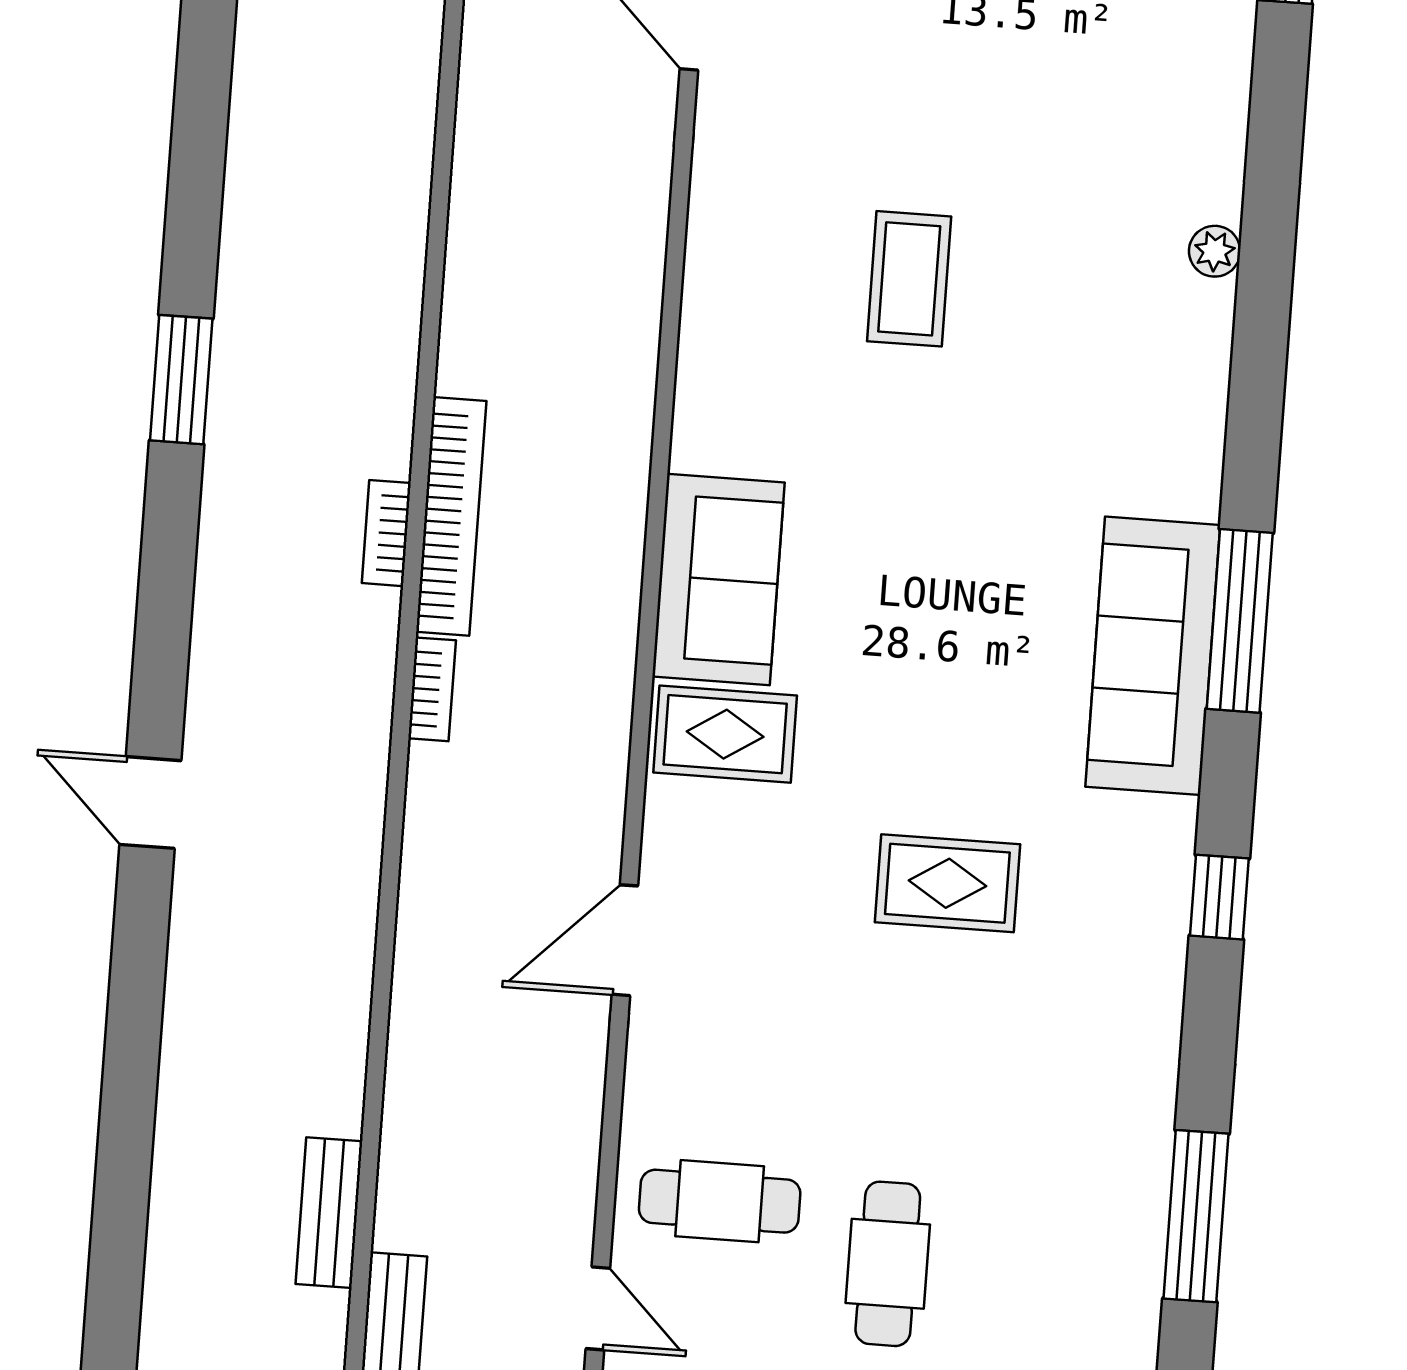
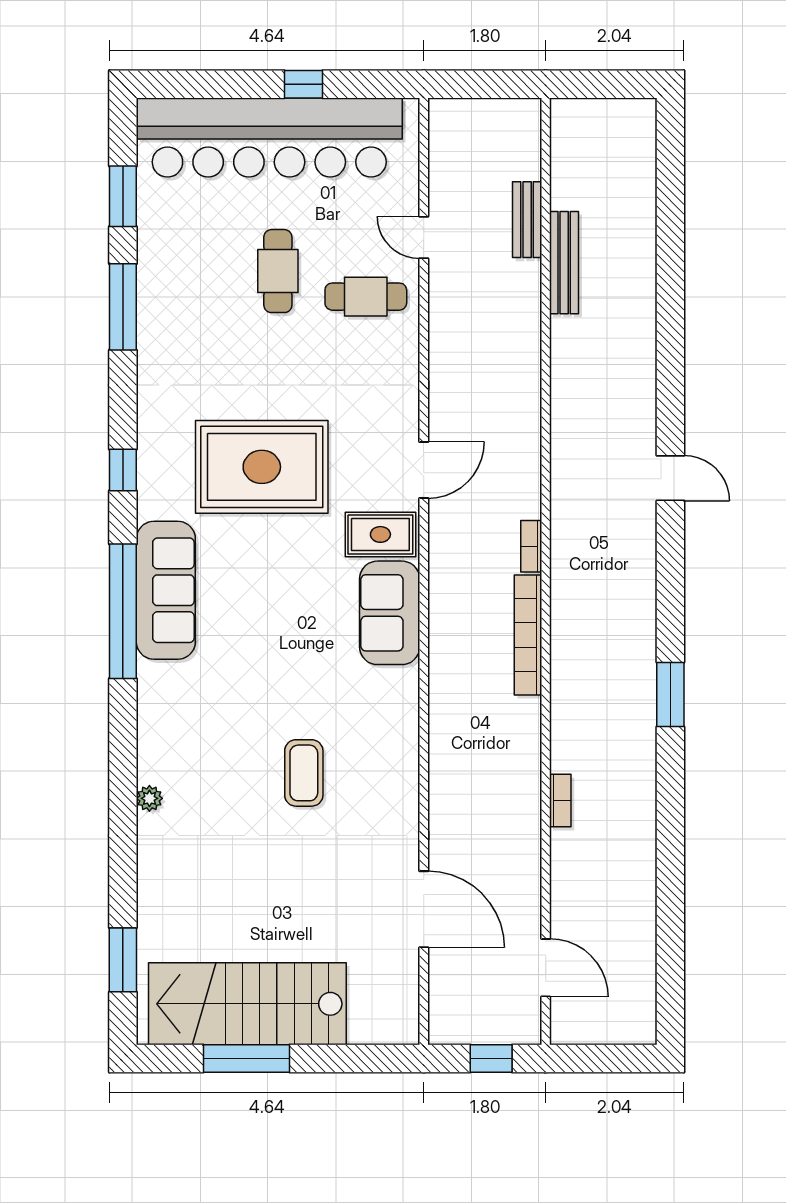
bookcase: (386, 533) -> (560, 801), moved
window: (1240, 621) -> (123, 611), width x1.46
rug: (947, 883) -> (262, 467), width x1.86, depth x2.06
door: (625, 940) -> (424, 470), moved
bench: (329, 1213) -> (564, 263), width x1.36

